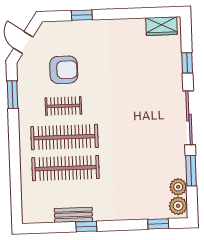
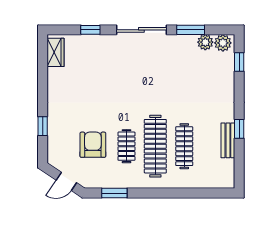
clothes rail: (66, 168) -> (184, 146), width x0.73, depth x0.76

